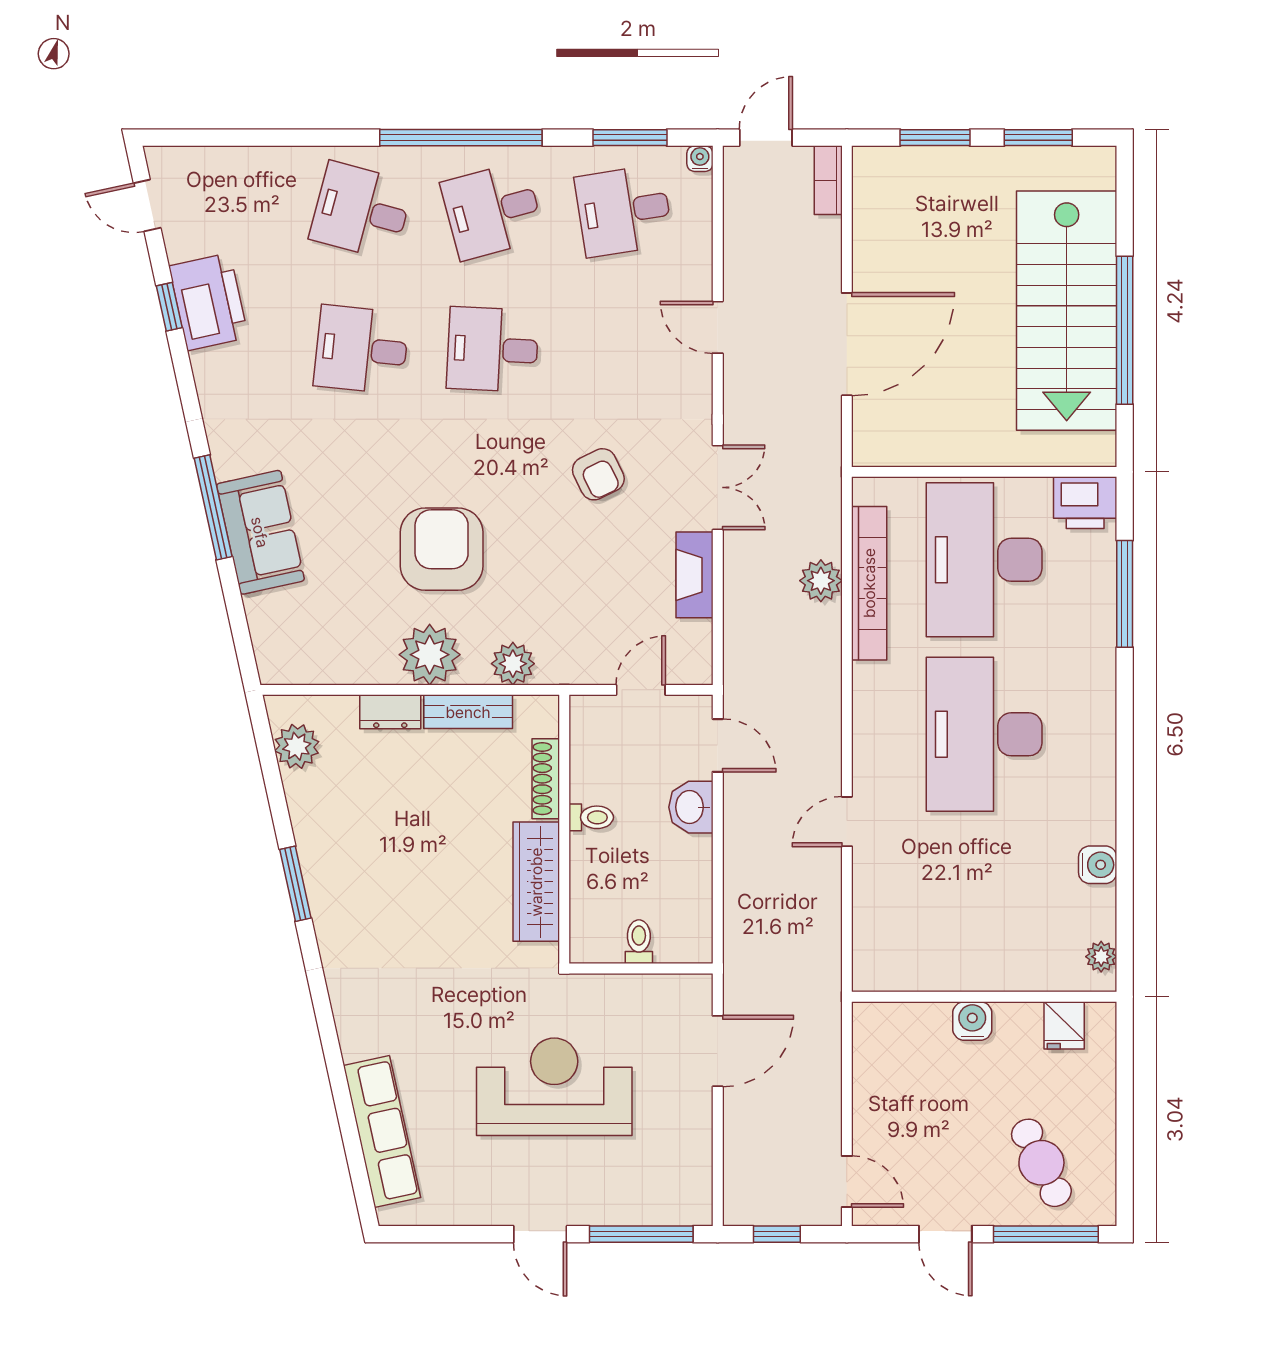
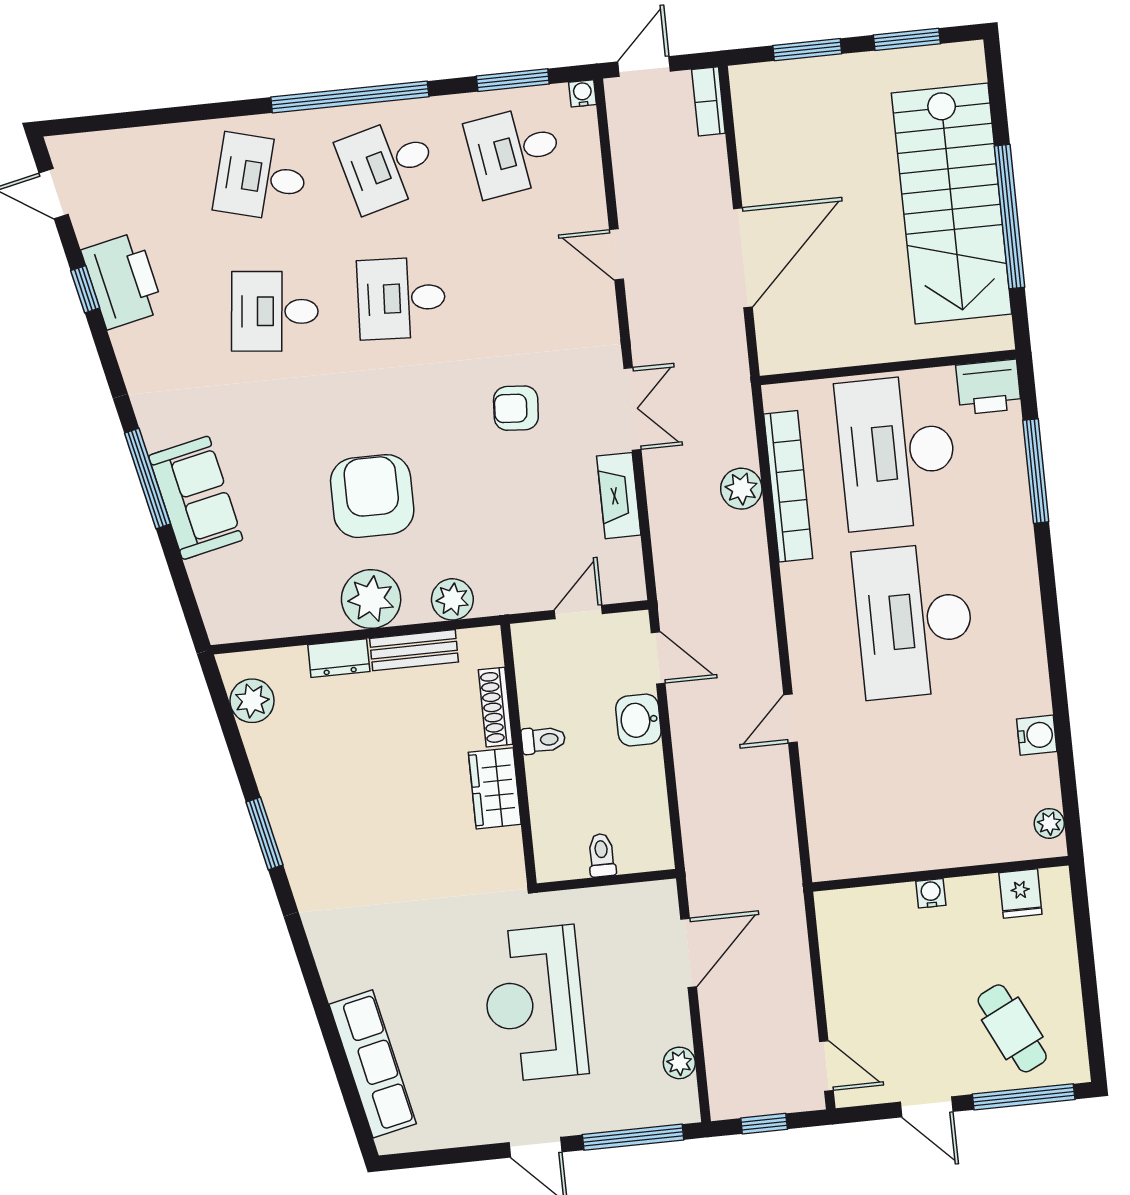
armchair: (598, 474) -> (516, 408), turned 120
wardrobe: (536, 882) -> (495, 788), width x0.67
water cooler: (972, 1021) -> (931, 893), width x0.72, depth x0.72
reception desk: (554, 1087) -> (534, 1004), turned -90
plant: (696, 1163) -> (679, 1063), added

